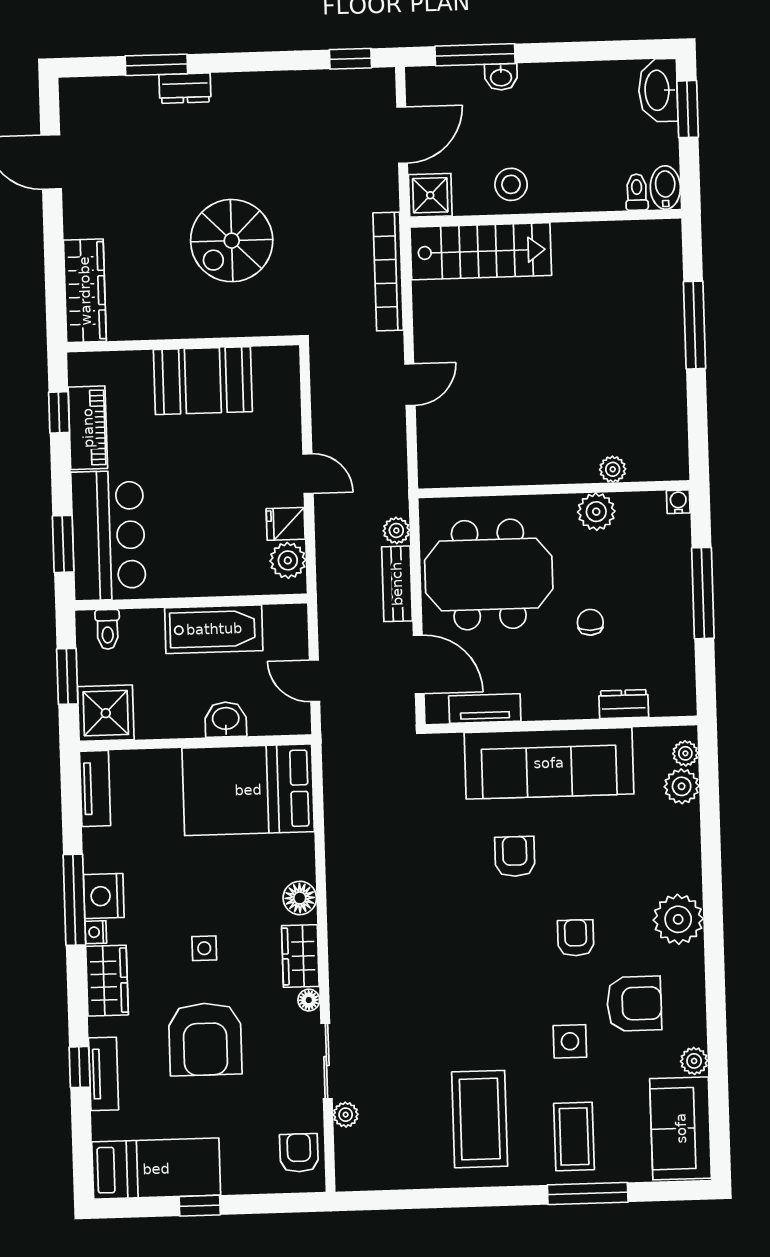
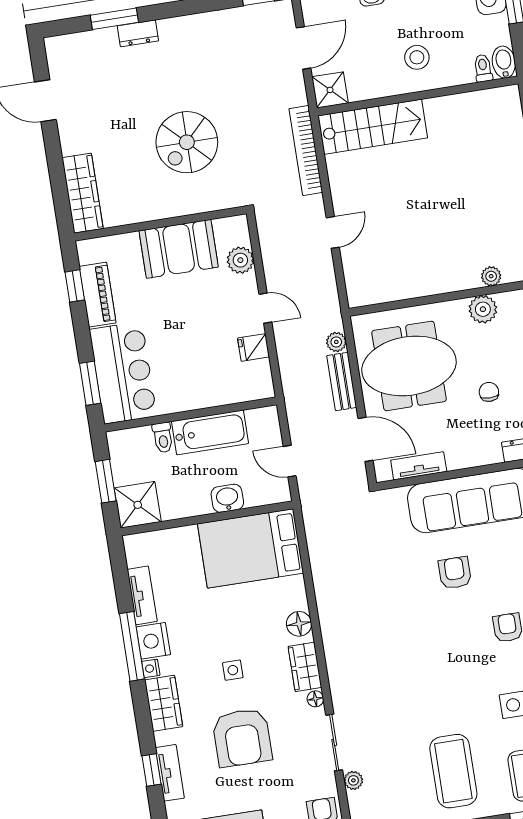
stool: (511, 184) -> (417, 57), moved
plant: (288, 560) -> (240, 260), moved
toilet: (108, 629) -> (163, 437), moved
tv unit: (95, 789) -> (142, 595), moved

